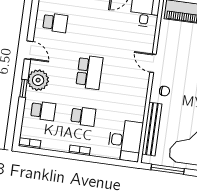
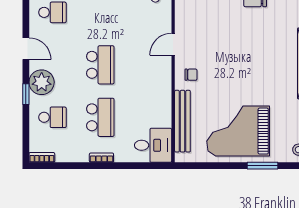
door: (153, 63) -> (173, 44), hinge flipped
school desk: (83, 116) -> (100, 117), width x1.85
desk: (125, 141) -> (153, 145), width x0.73
window: (168, 169) -> (207, 166), removed

